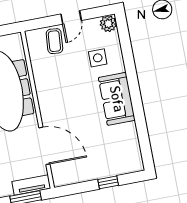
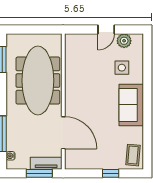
plant: (108, 24) -> (124, 41), moved
coffee table: (54, 41) -> (133, 155), moved

